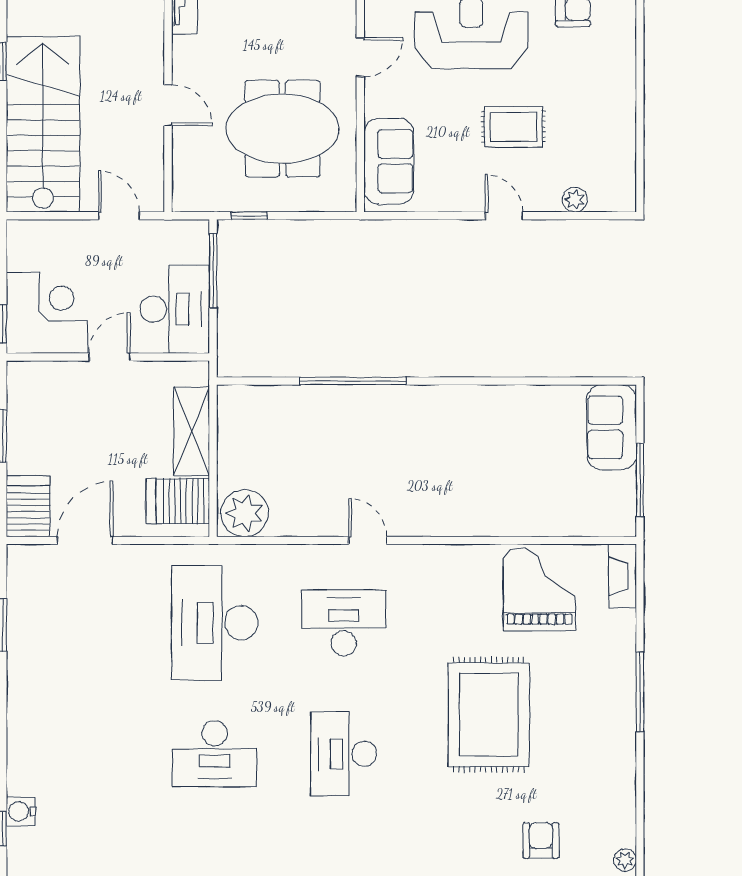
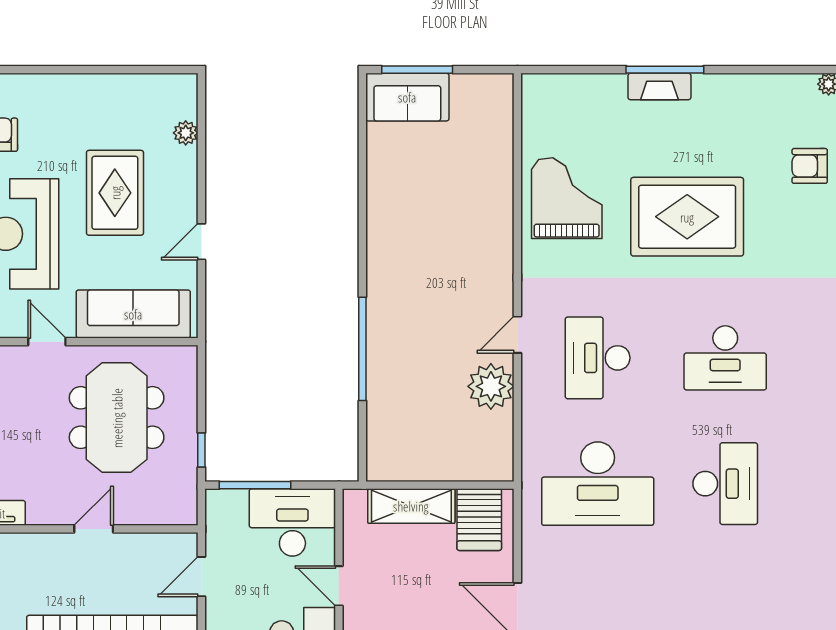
rug: (513, 127) -> (115, 193), width x1.36, depth x1.43
sofa: (389, 161) -> (133, 314), width x1.36
door: (504, 216) -> (201, 242), moved
window: (640, 480) -> (417, 70), moved
plant: (245, 513) -> (491, 386), moved
fireplace: (623, 576) -> (659, 86), moved
grand piano: (539, 589) -> (567, 198), moved, turned 90

